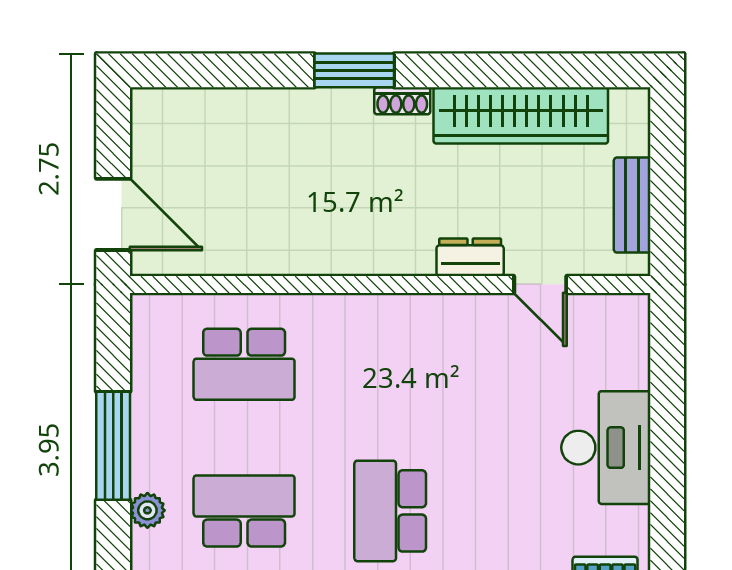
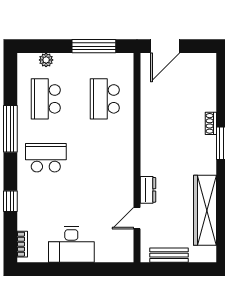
shoe rack: (402, 101) -> (211, 123), moved
window: (113, 446) -> (94, 46), moved
school desk: (244, 511) -> (46, 99), turned 180

